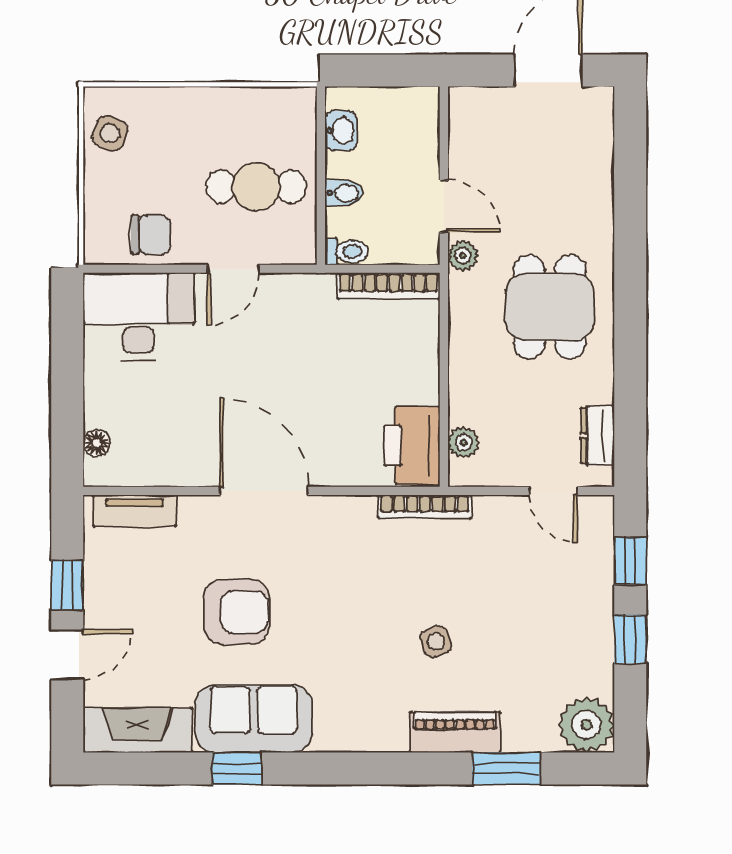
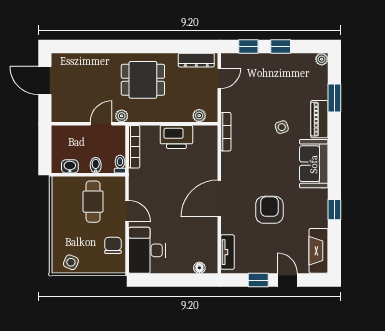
dresser: (597, 436) -> (196, 60), width x1.44
printer: (412, 446) -> (176, 137), moved
sofa: (254, 719) -> (314, 164), moved
plant: (587, 725) -> (322, 59), width x0.53, depth x0.53

